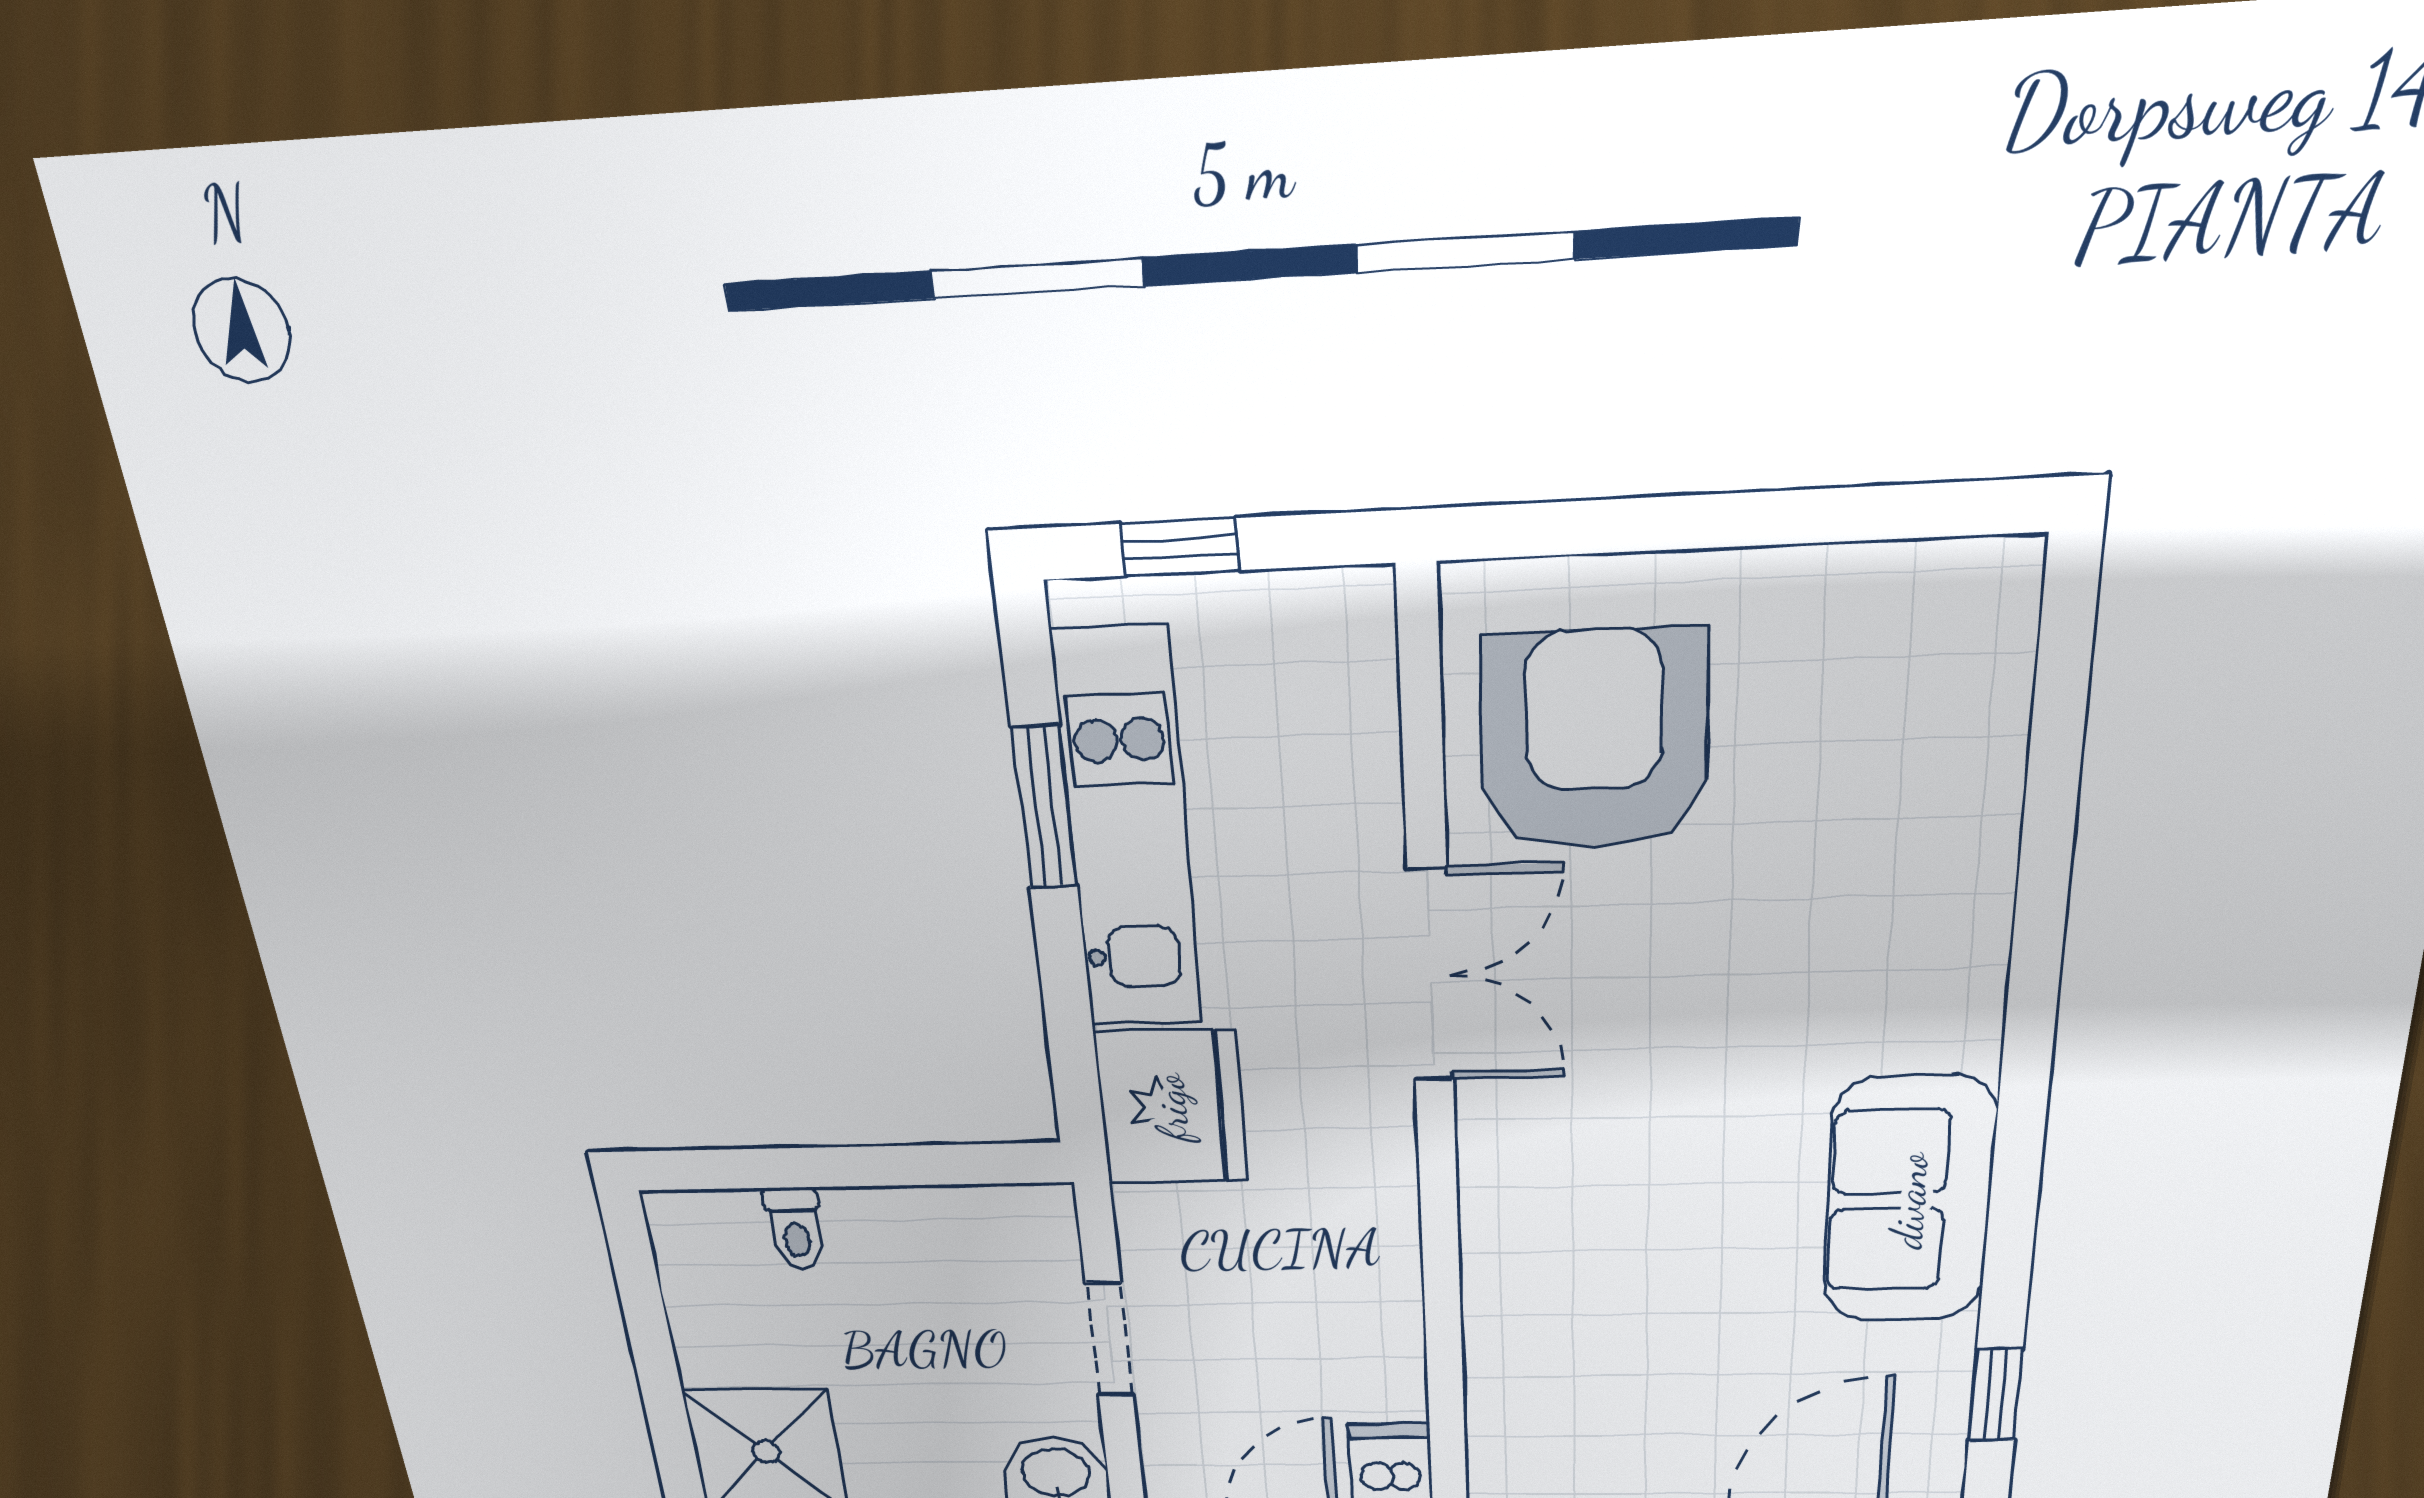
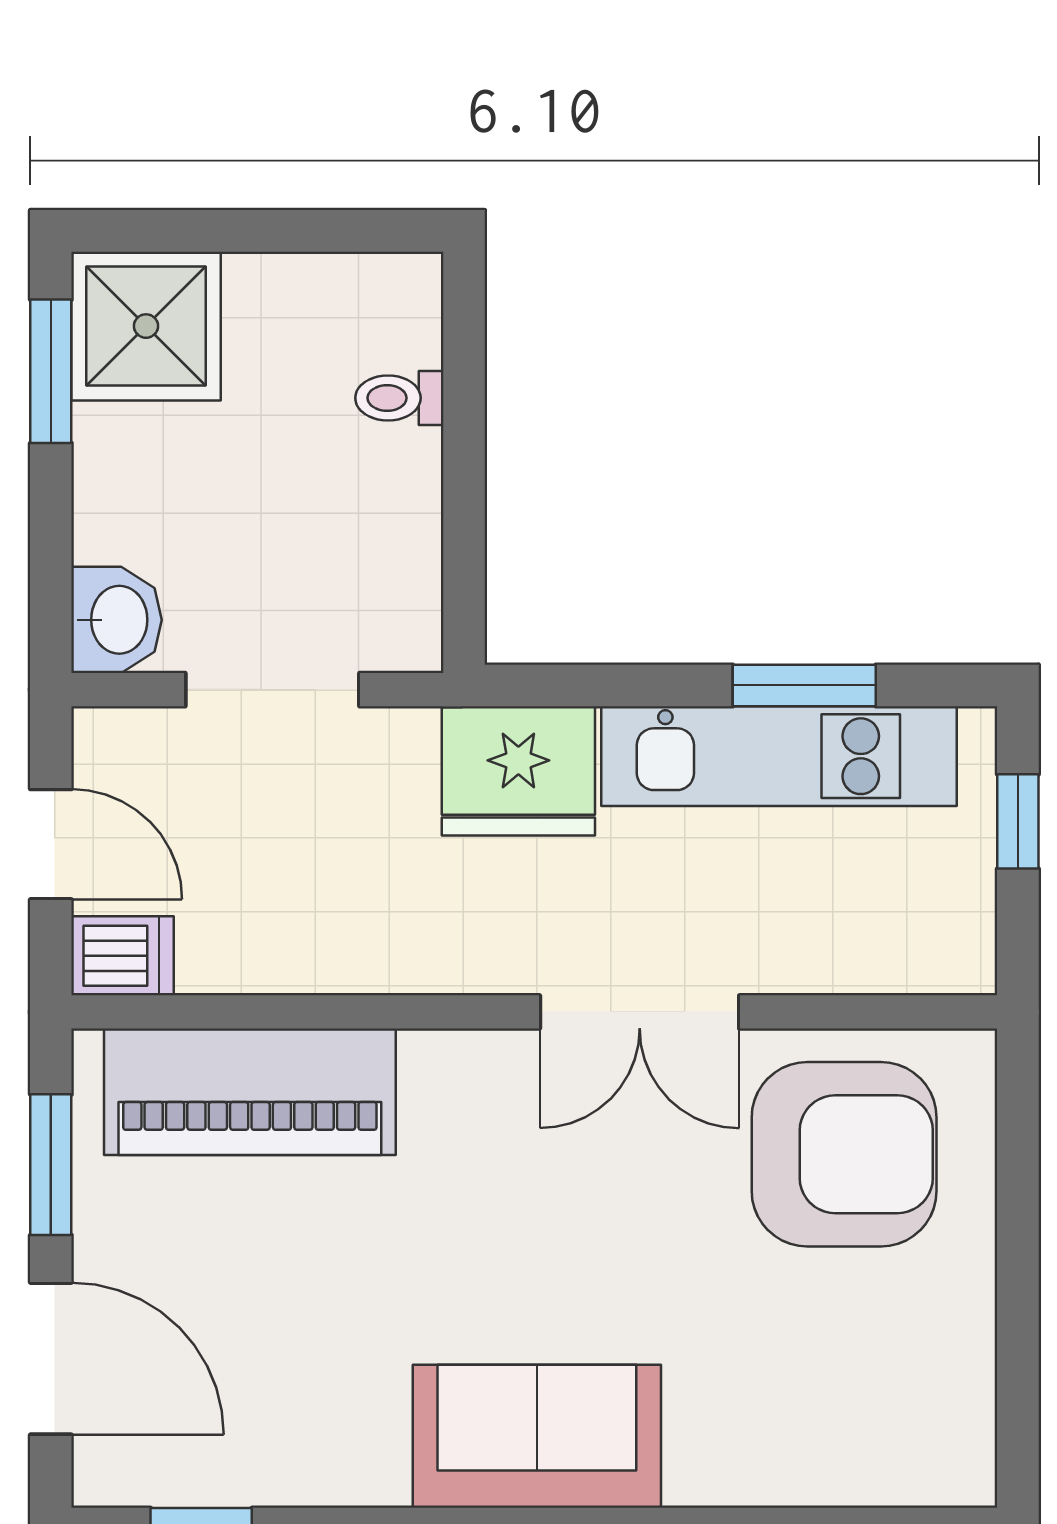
sofa: (1909, 1201) -> (537, 1436), moved
doorway: (1109, 1340) -> (272, 690), width x1.38
piano: (1528, 1355) -> (250, 1092), added

